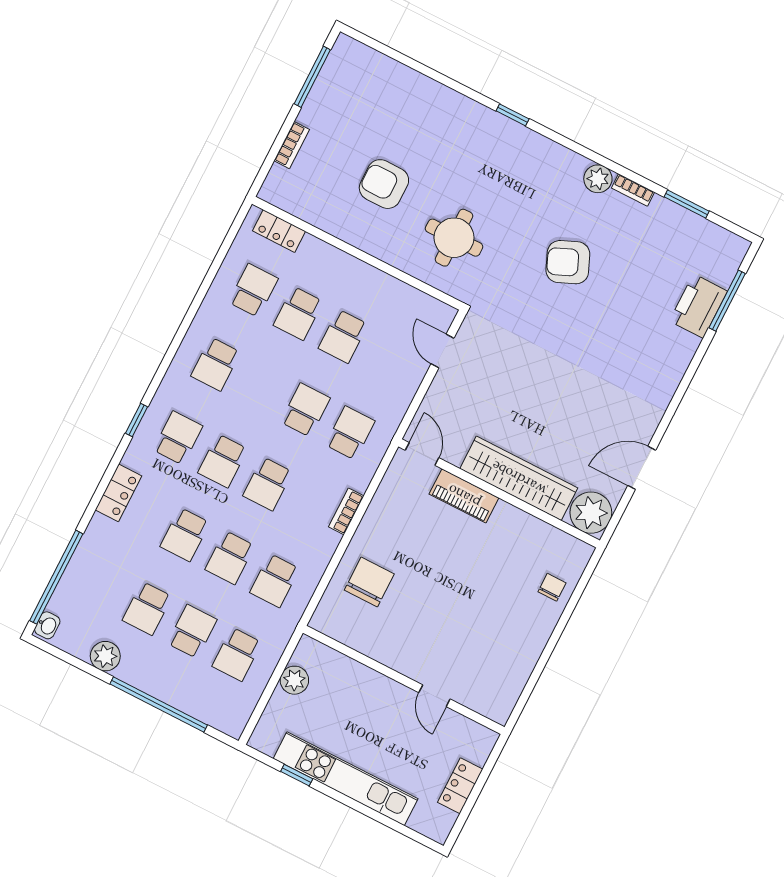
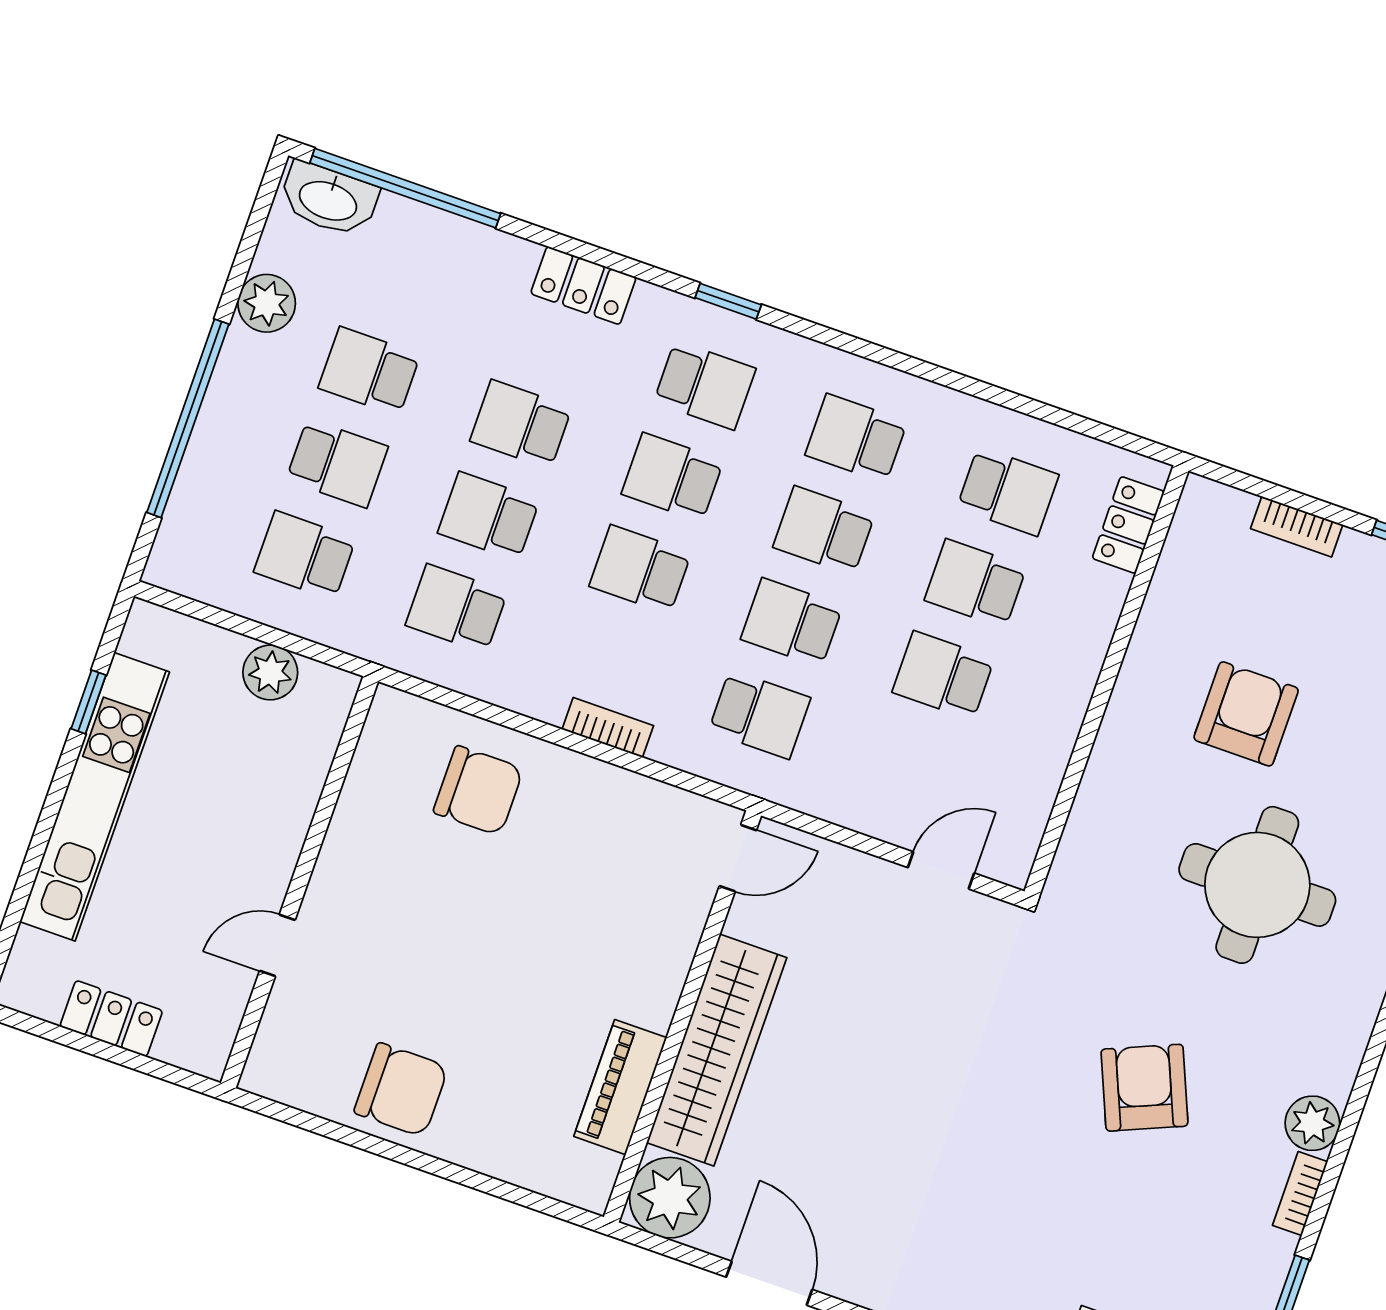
round table: (454, 238) -> (1257, 885), moved, width x1.36, depth x1.36
school desk: (260, 387) -> (824, 530), added
school desk: (305, 410) -> (792, 622), turned 180
piano: (464, 496) -> (620, 1087), moved
chair: (552, 587) -> (401, 1090), moved, width x1.87, depth x1.87
washbasin: (47, 625) -> (329, 199), width x1.91, depth x1.45

